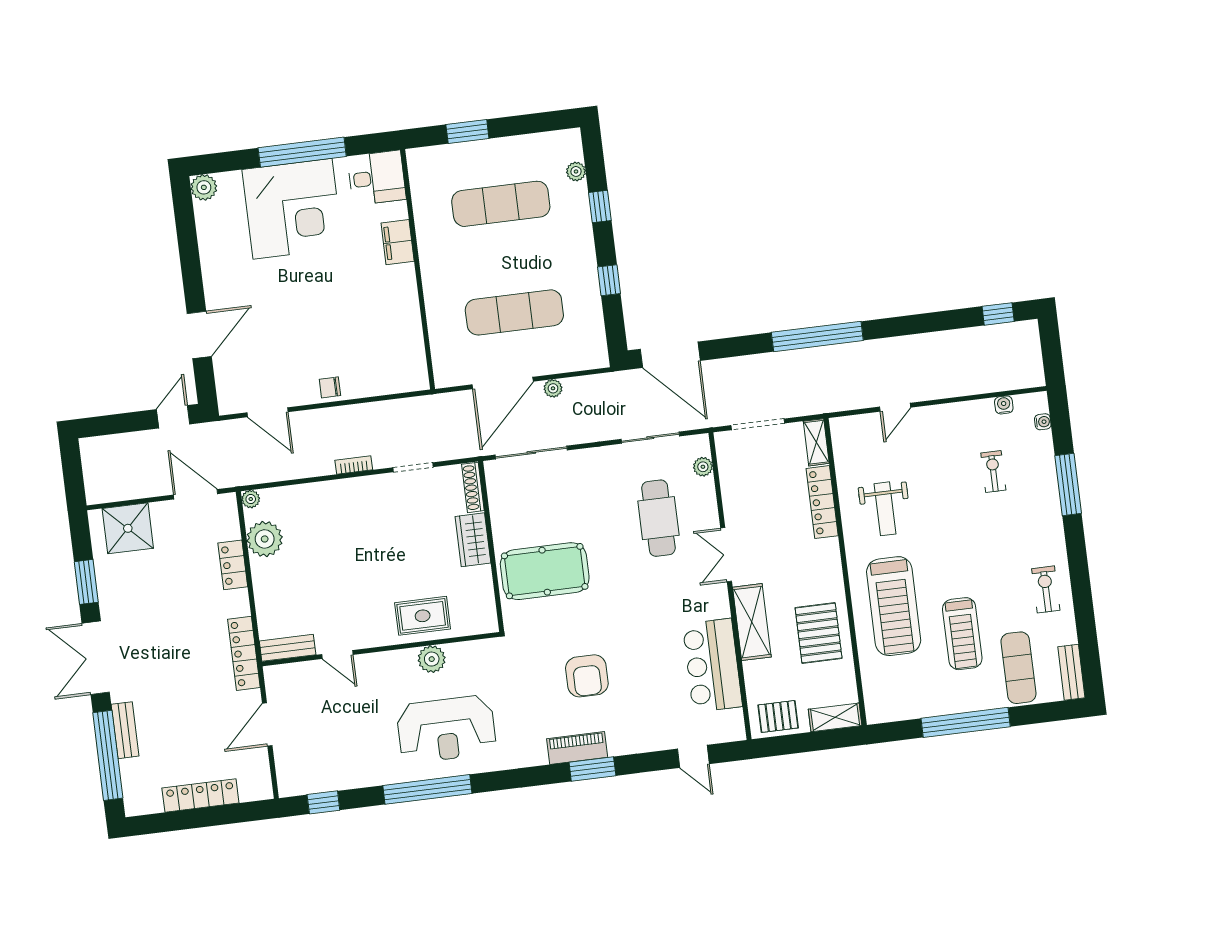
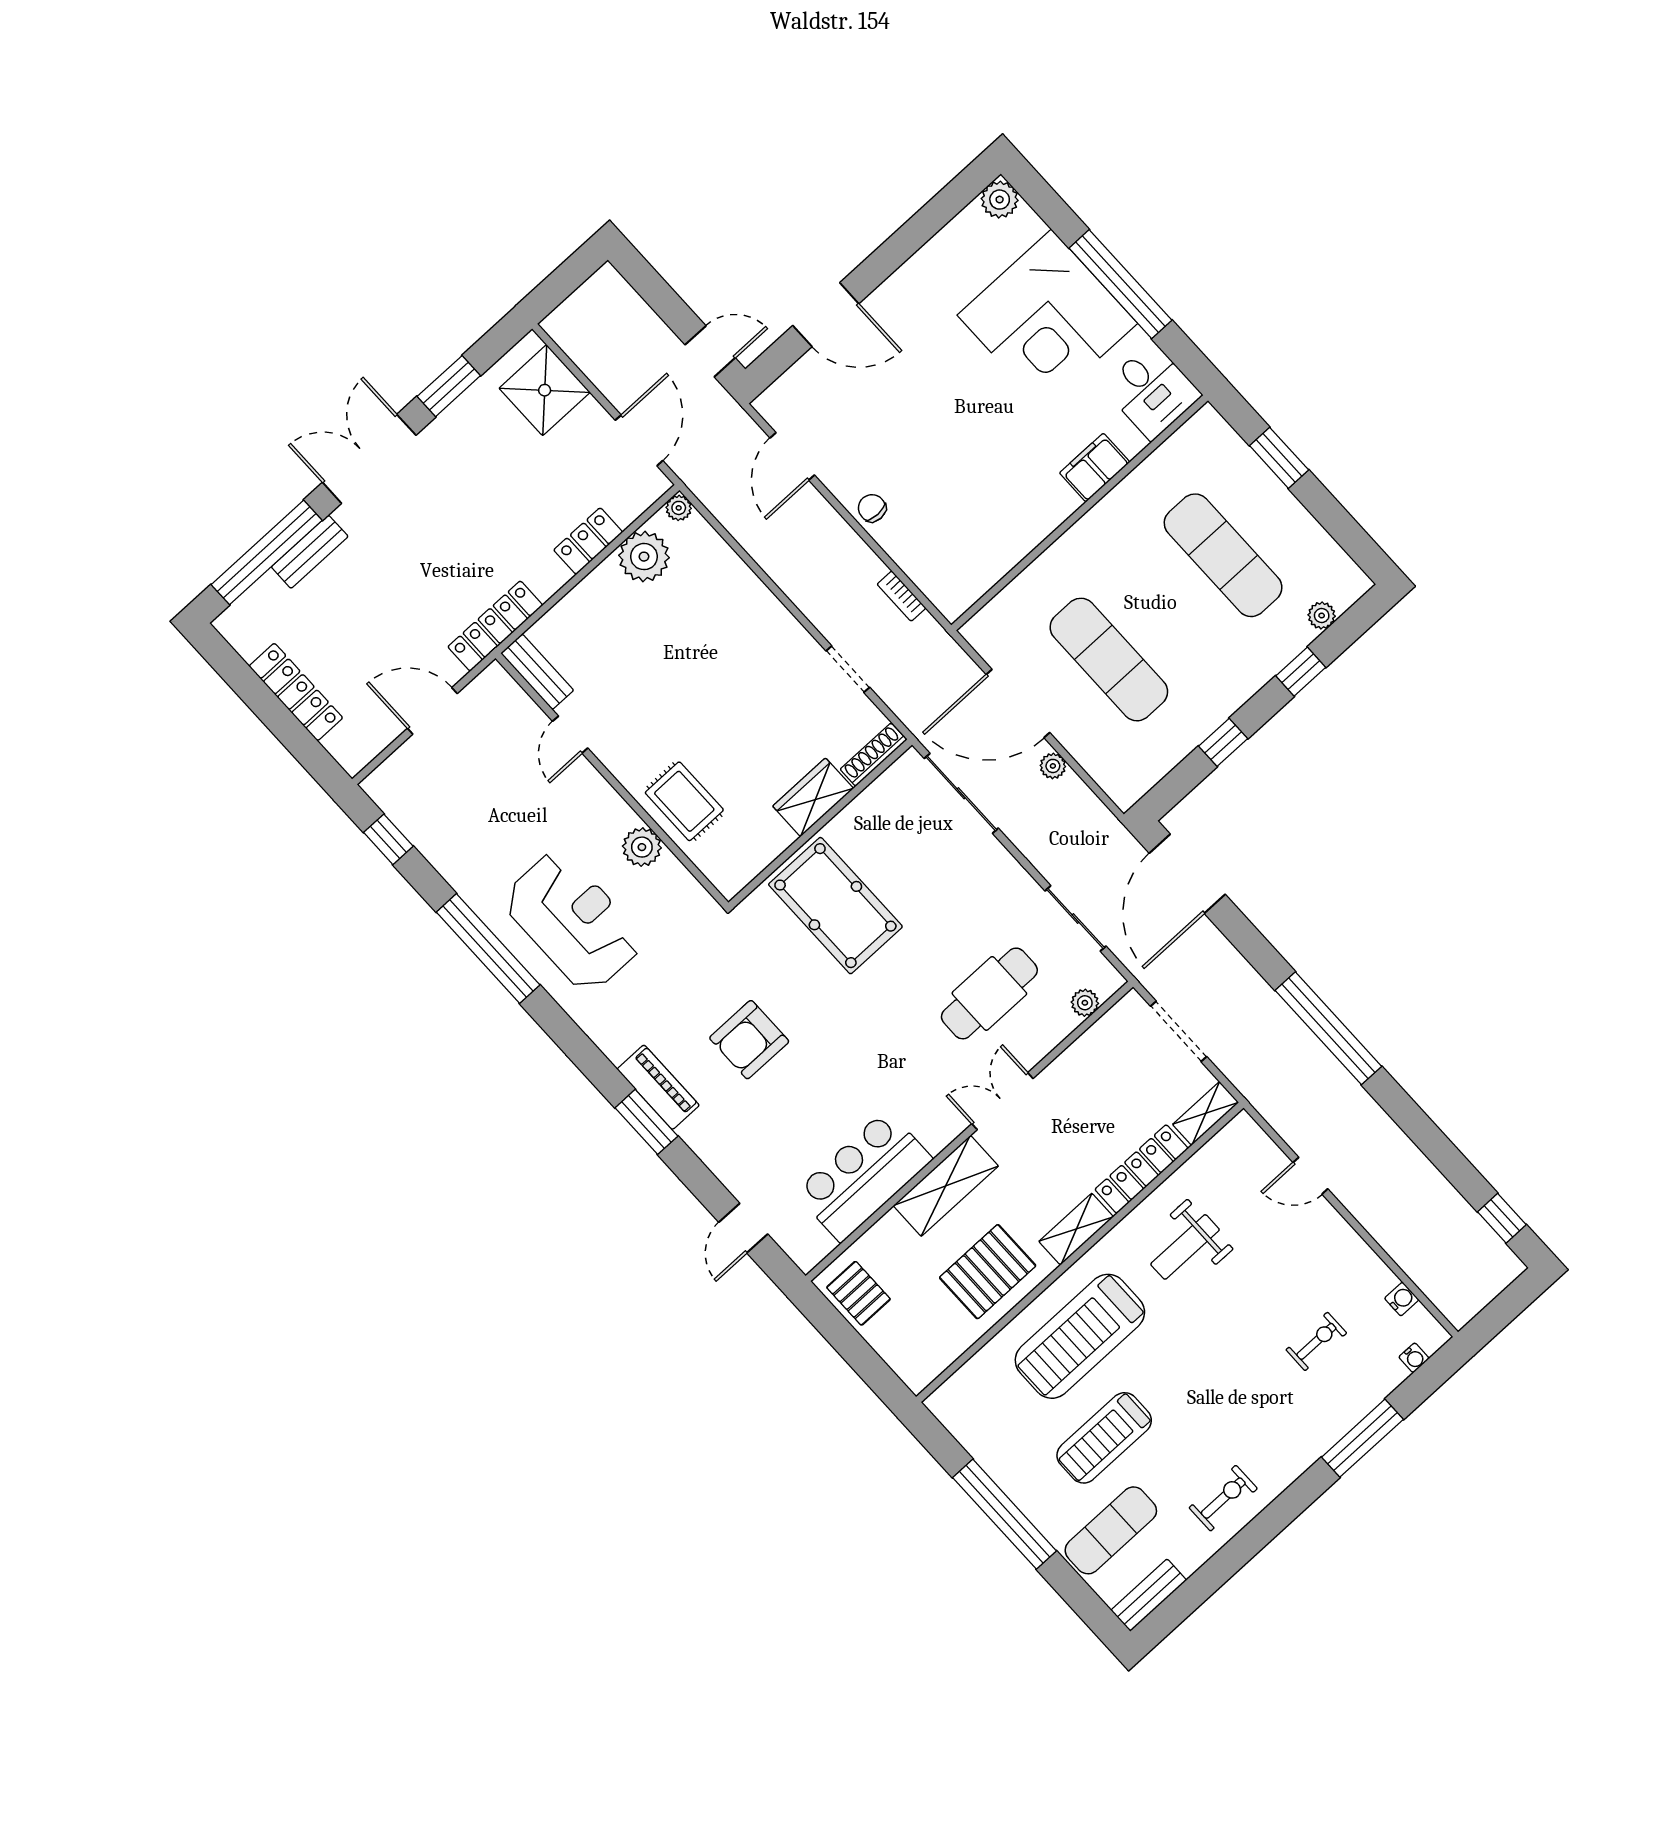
bookcase: (354, 465) -> (901, 596), moved, turned 180
shelving: (835, 717) -> (1076, 1229), moved, turned 90
reception desk: (446, 729) -> (573, 921), turned 180

